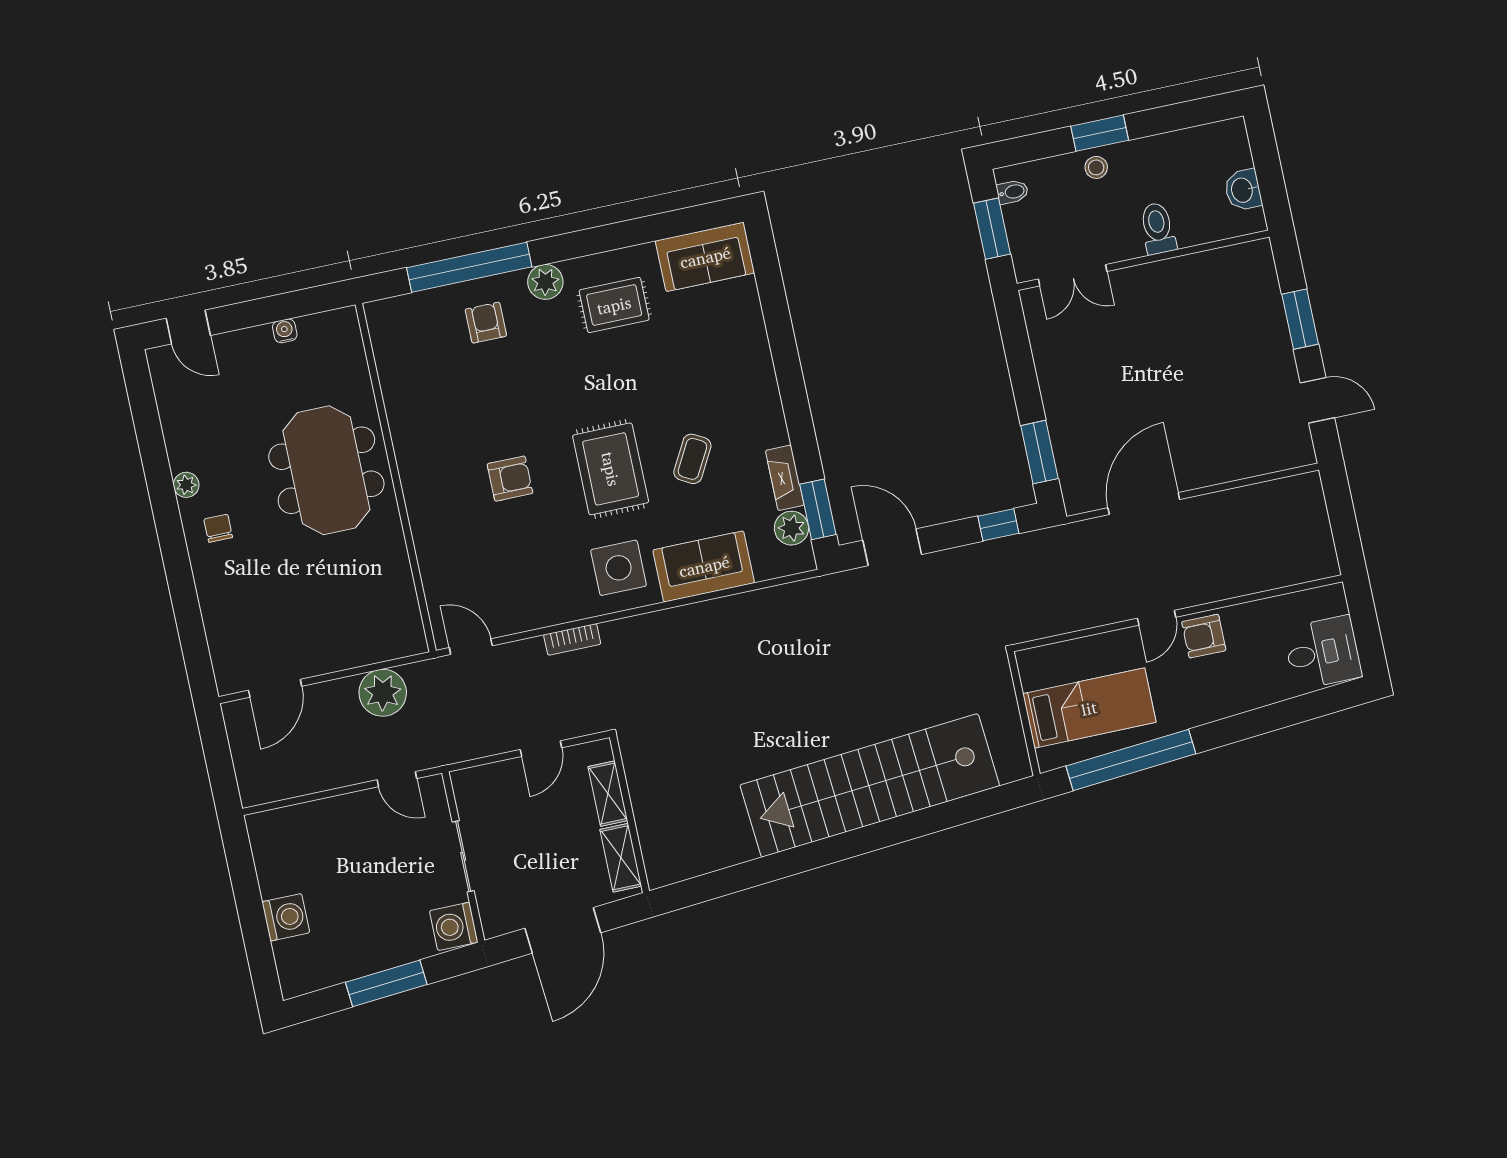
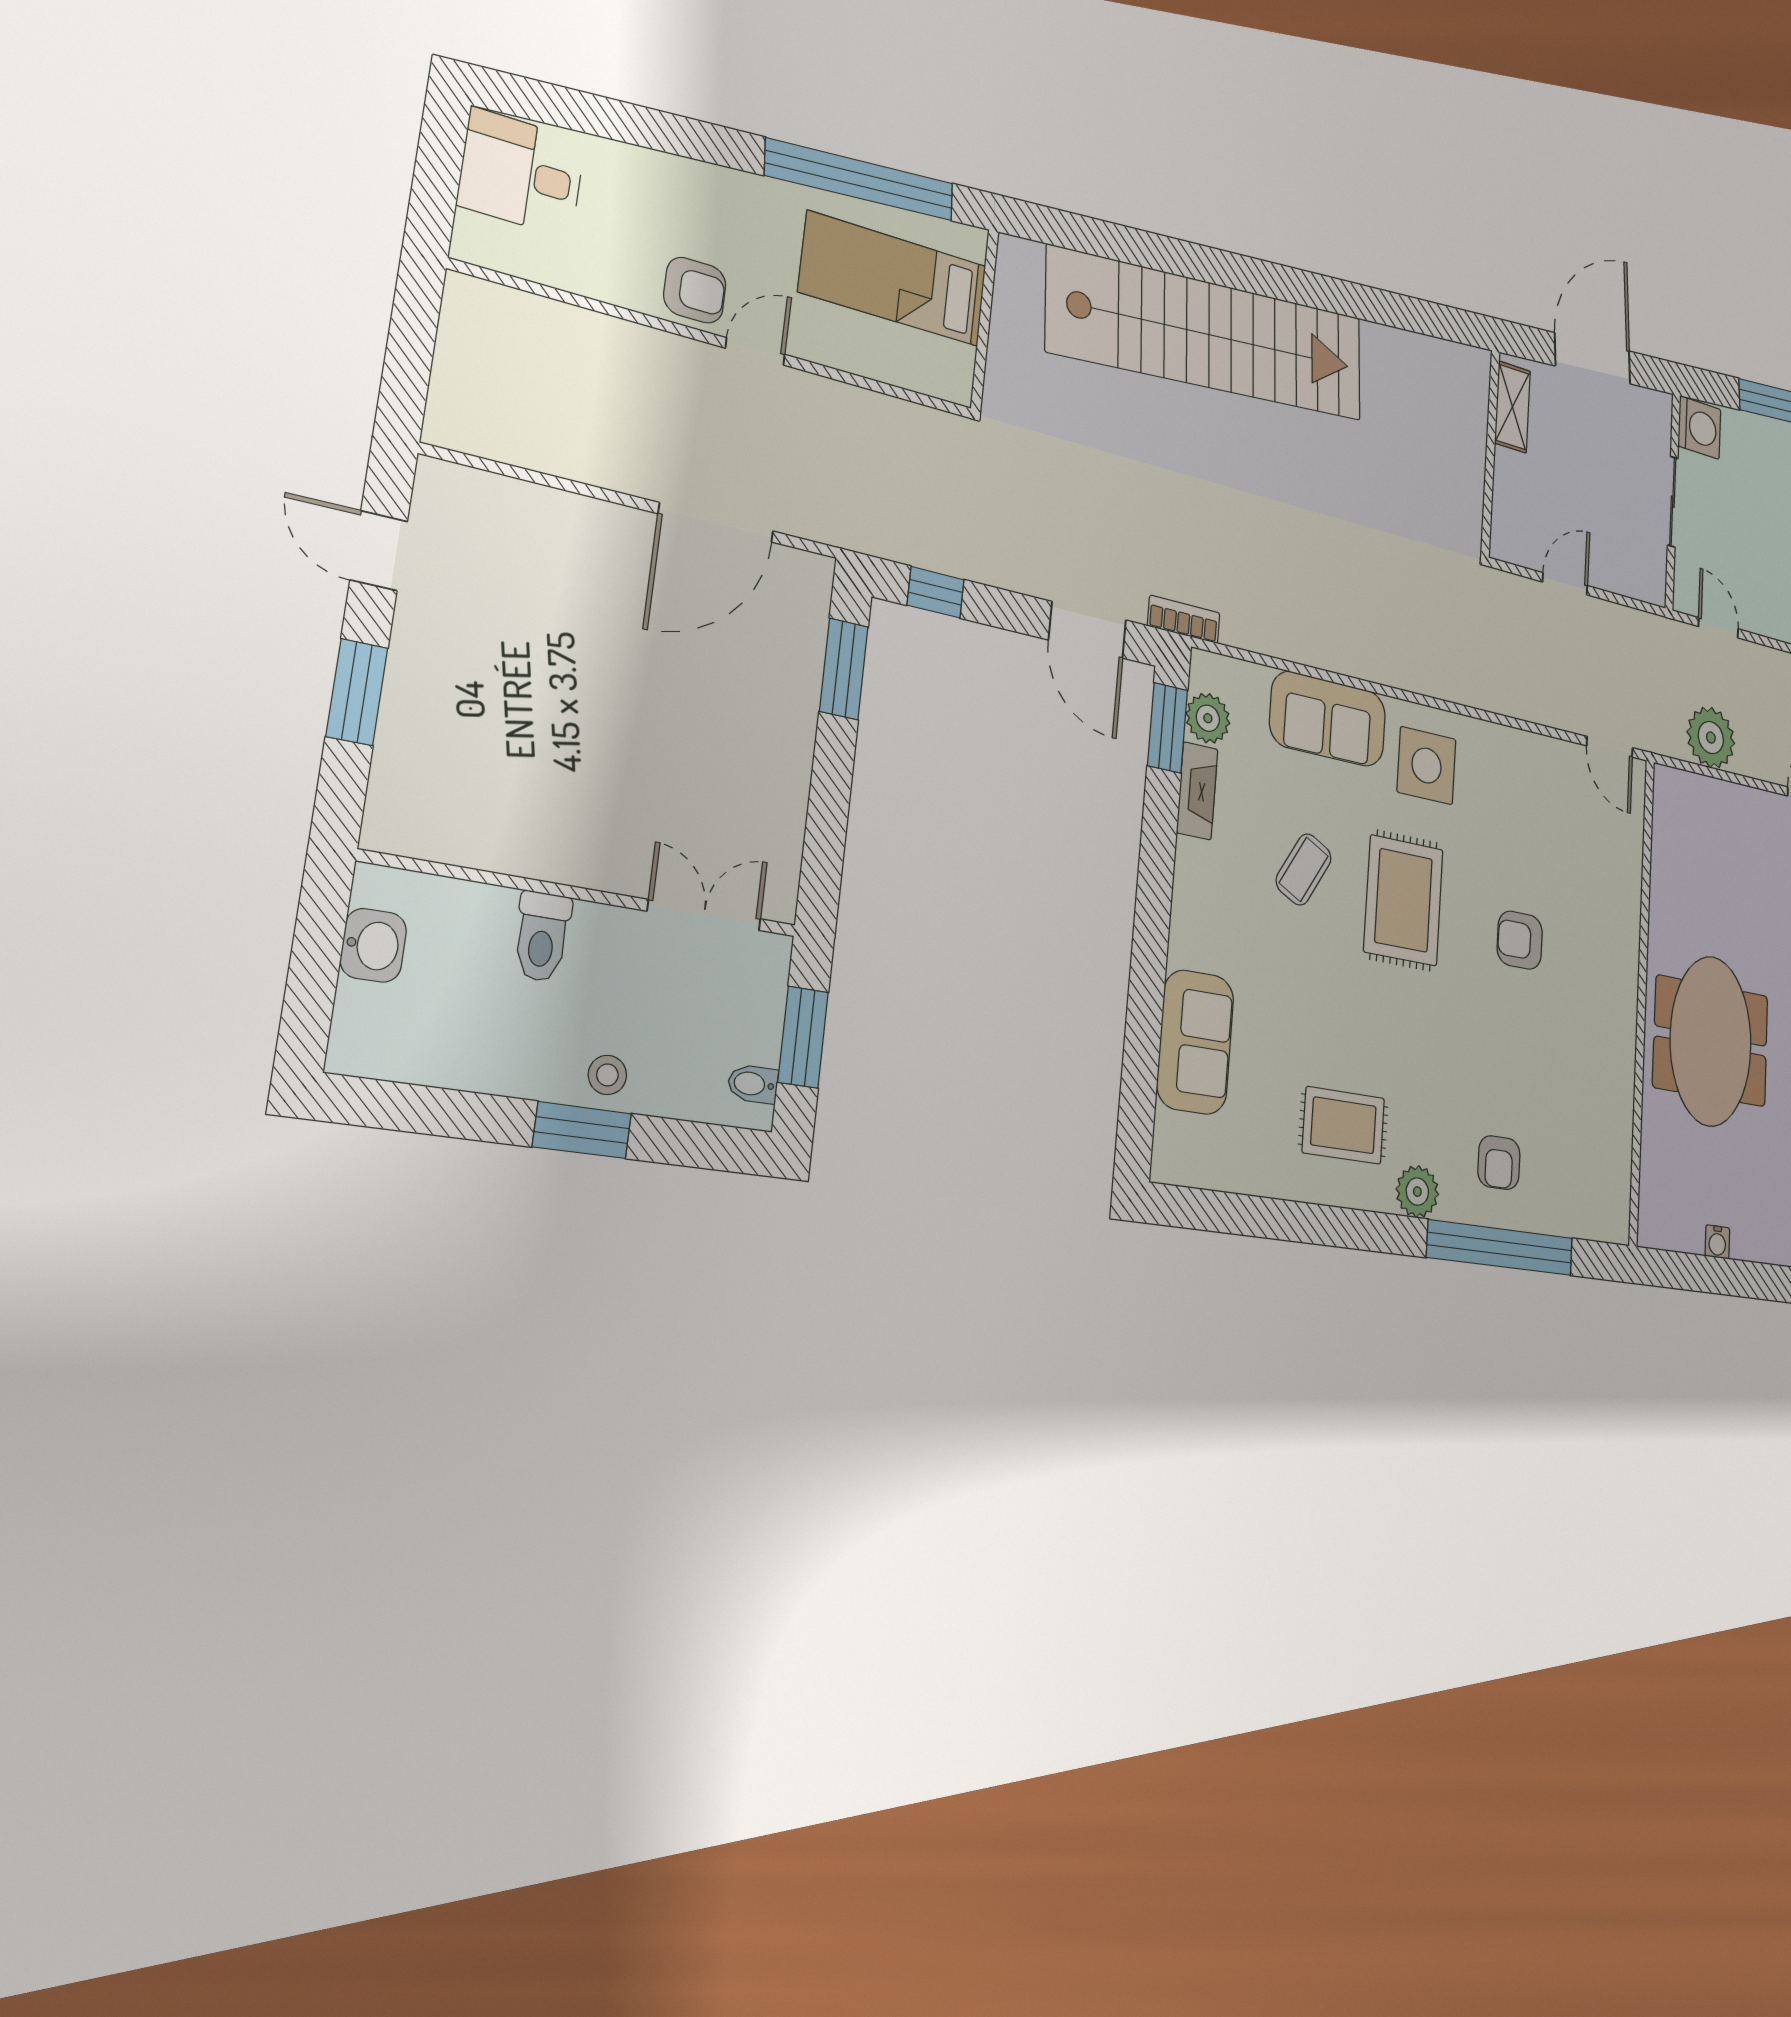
sofa: (705, 257) -> (1195, 1042), moved, turned 90
bookcase: (572, 639) -> (1184, 619), moved
shelving: (608, 794) -> (1507, 491), removed

